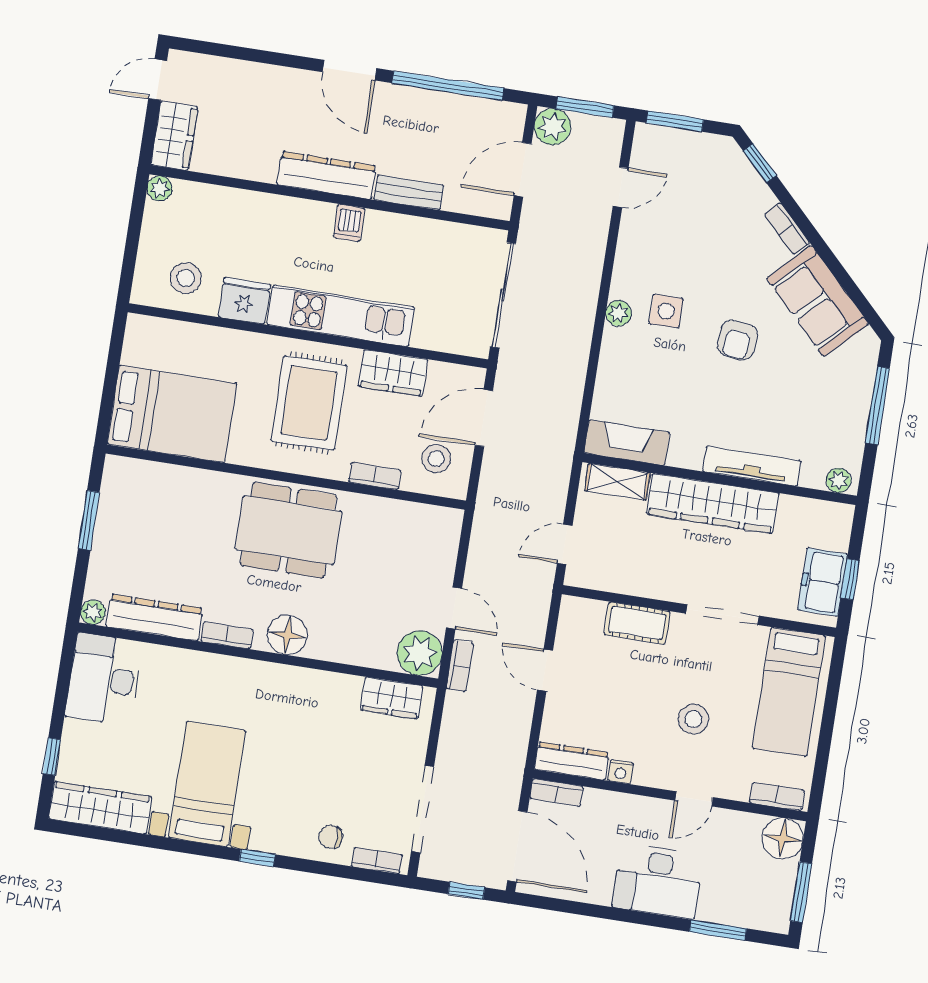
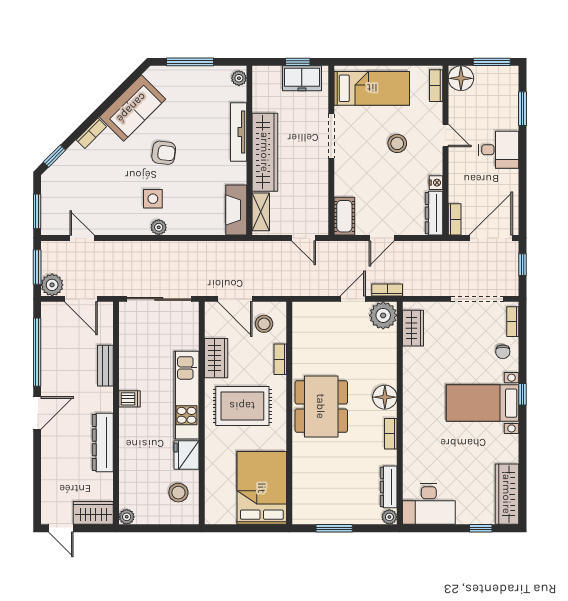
dresser: (327, 175) -> (103, 442), moved
dresser: (154, 617) -> (389, 487), width x0.73, depth x0.80
cot: (637, 623) -> (344, 216), moved
bed with nightstands: (207, 784) -> (483, 403), moved
desk: (658, 881) -> (499, 150), width x0.73

